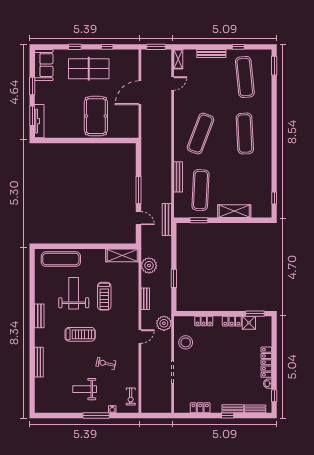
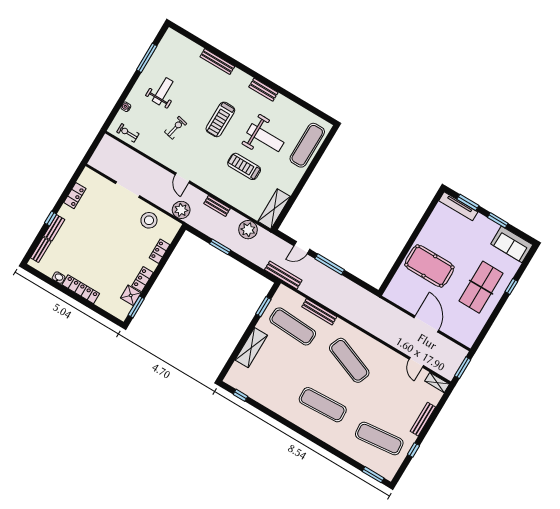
window: (107, 47) -> (492, 319), removed
window: (274, 396) -> (43, 277), removed
window: (96, 416) -> (147, 58), moved

